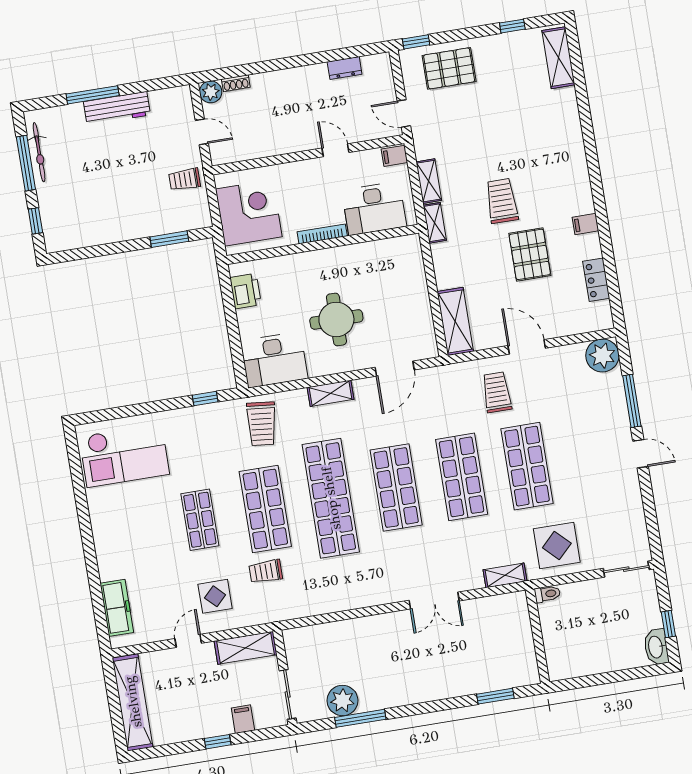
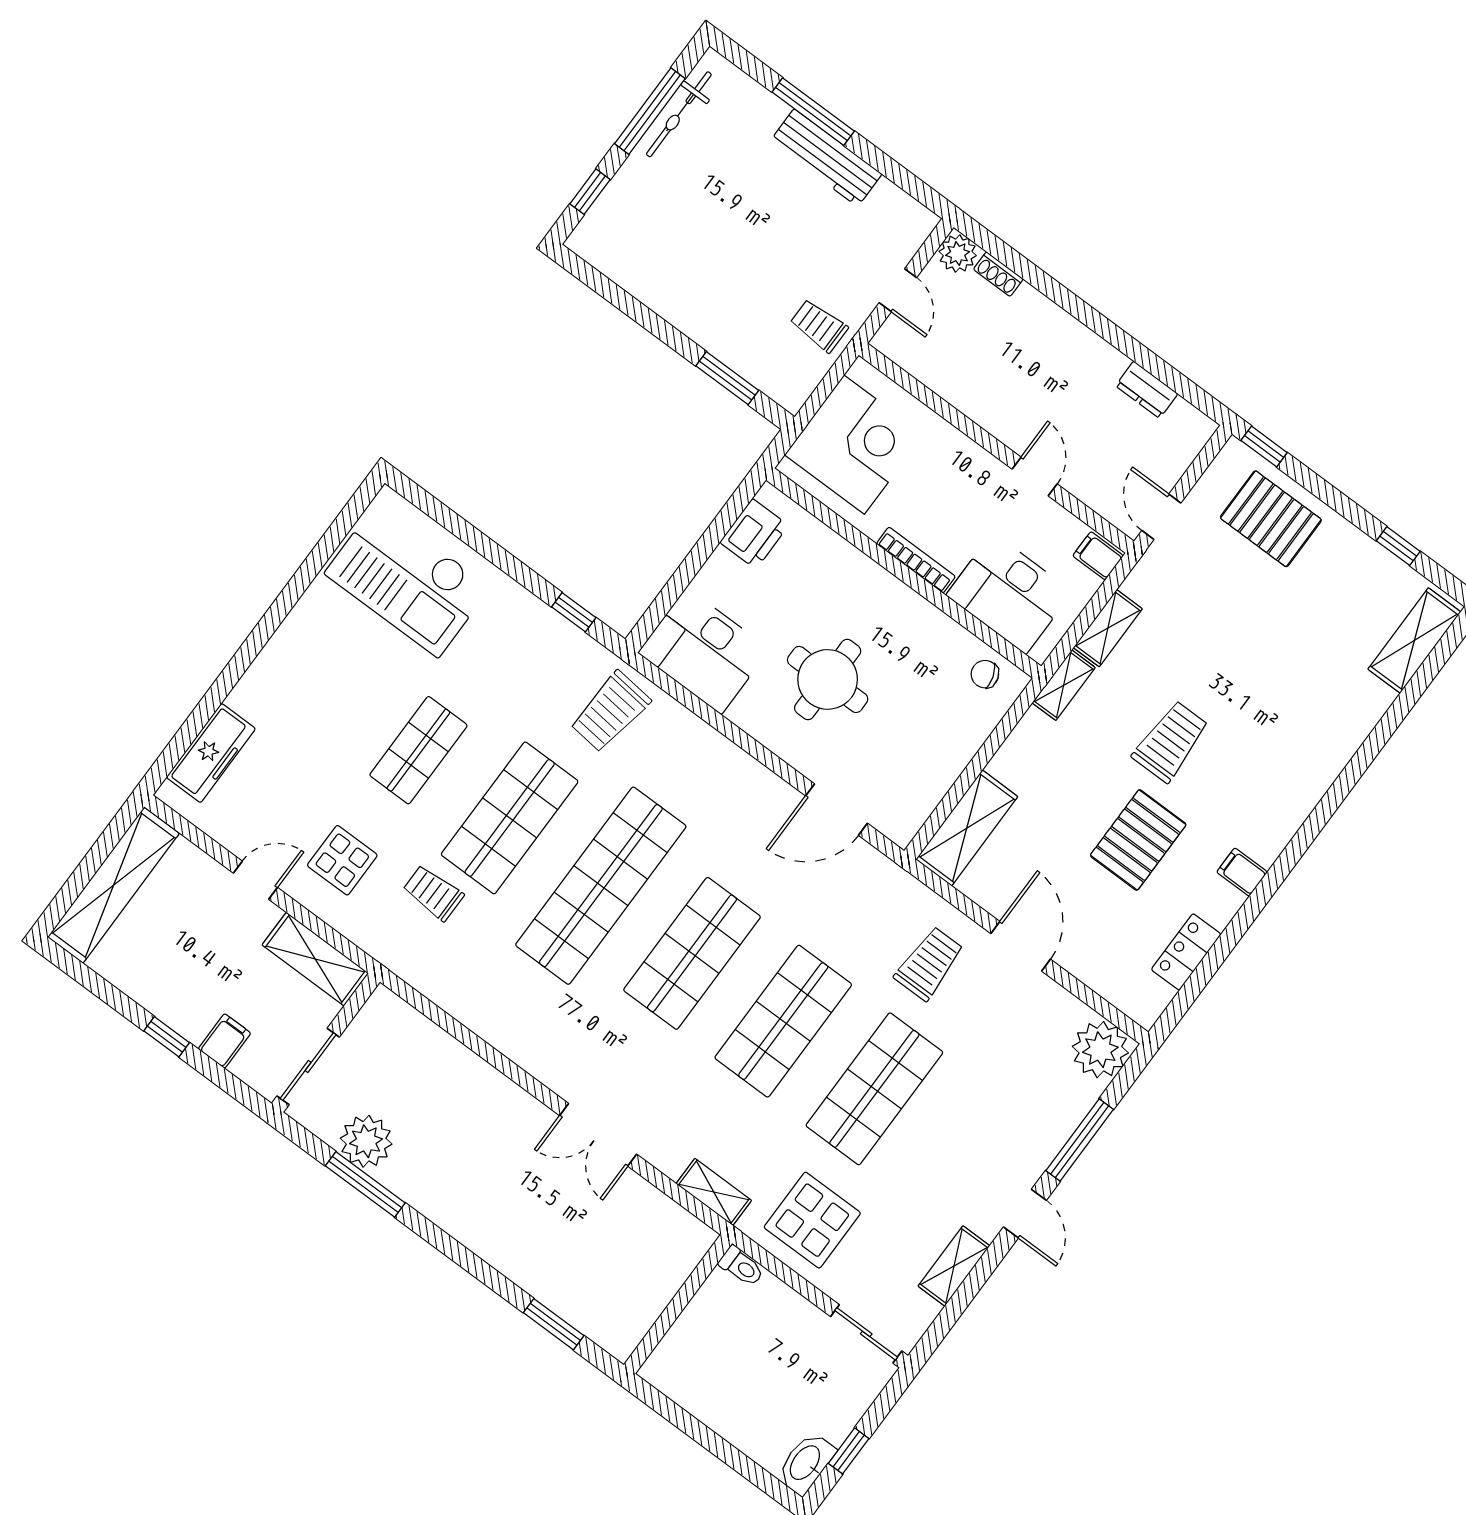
chair: (398, 251) -> (985, 674), added
shelving: (330, 393) -> (954, 1266), moved, turned 90

